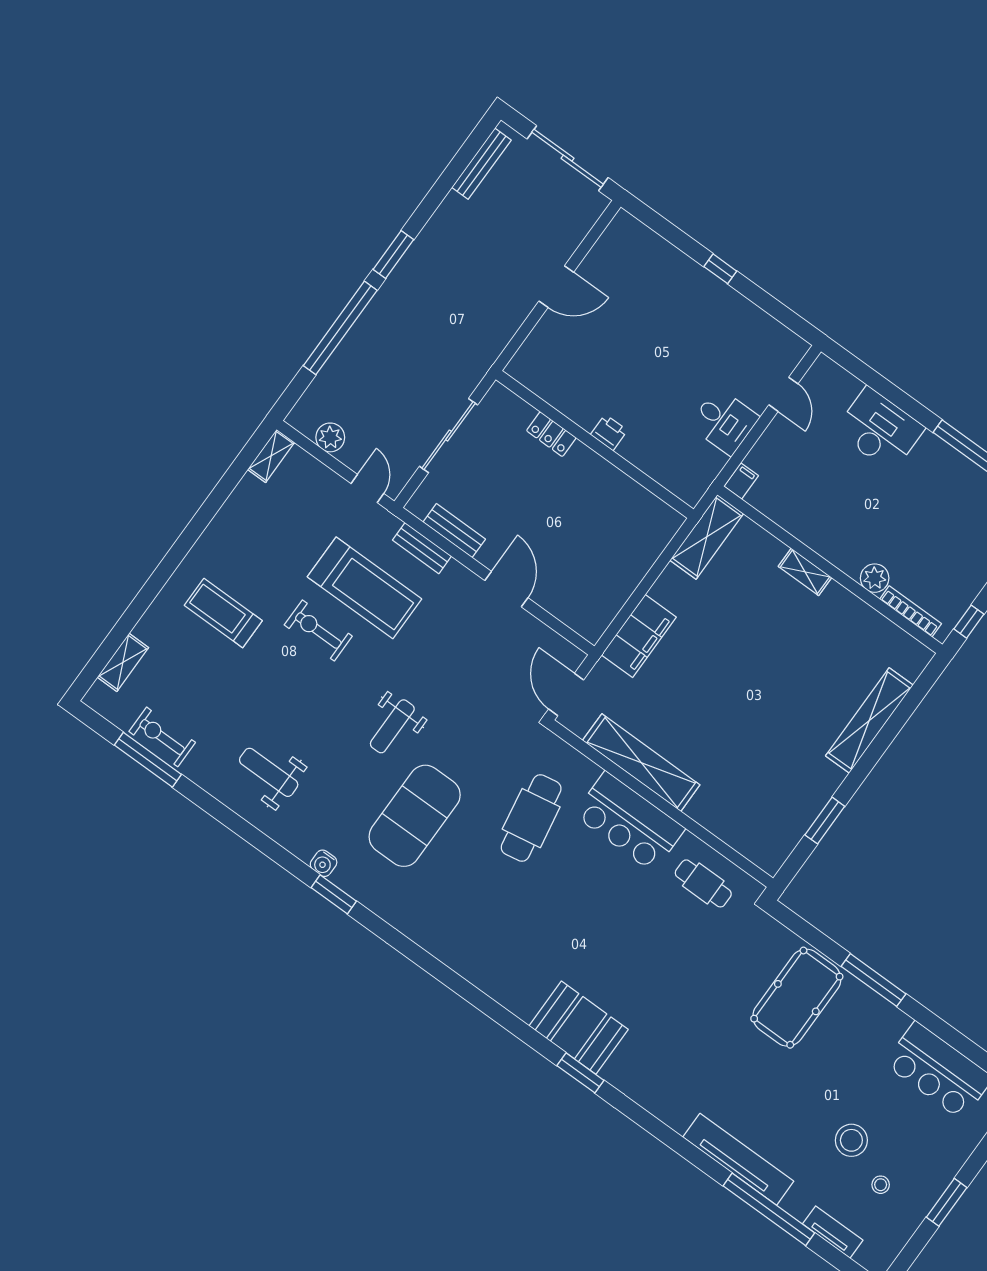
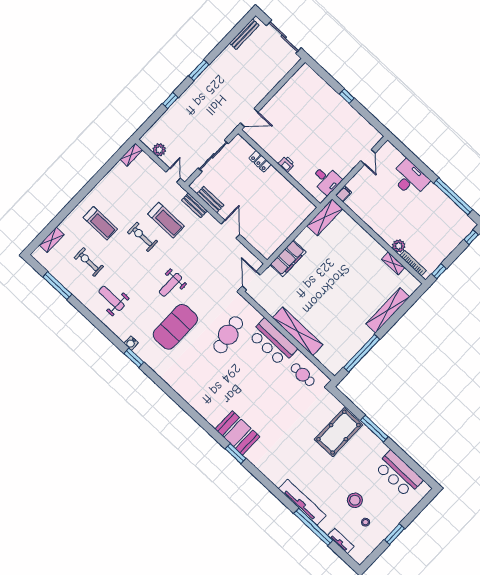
door: (556, 287) -> (249, 118), moved
window: (340, 328) -> (170, 101), width x0.32
desk: (724, 421) -> (326, 180), moved
shelving: (805, 572) -> (393, 263), moved
treadmill: (364, 588) -> (166, 220), width x0.73, depth x0.73
treadmill: (223, 613) -> (100, 223), turned 180
exercise bike: (162, 737) -> (89, 262), moved
shelving: (641, 763) -> (298, 331), moved
window: (825, 821) -> (362, 353), width x2.11

